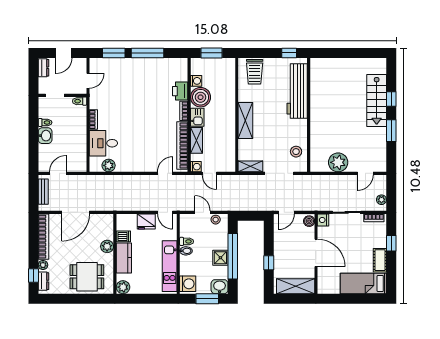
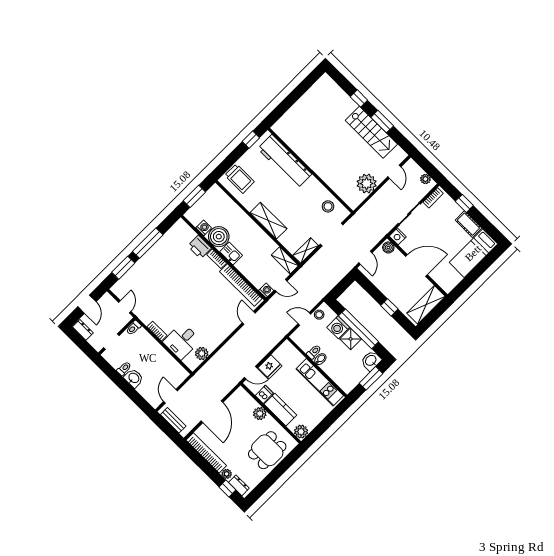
stairs: (377, 100) -> (371, 132), moved
shelving: (197, 140) -> (285, 260), moved
door: (165, 212) -> (251, 373), moved
washing machine: (188, 284) -> (338, 327), moved, turned 180

